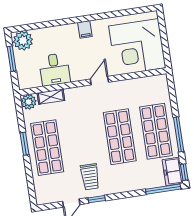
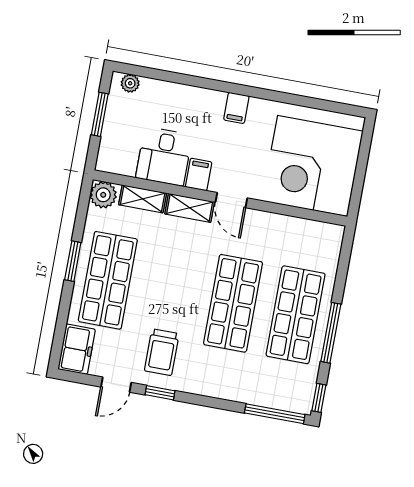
plant: (23, 41) -> (130, 83), width x0.53, depth x0.53
filing cabinet: (77, 73) -> (199, 174), added
door: (99, 81) -> (231, 200), swing flipped
shelving: (78, 93) -> (190, 208), added
freezer: (173, 171) -> (77, 349), moved, turned 180

